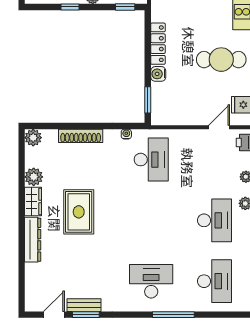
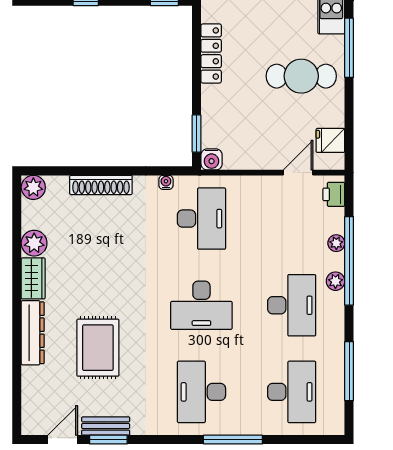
water cooler: (158, 74) -> (212, 159), moved, turned -90
rug: (79, 212) -> (98, 348), moved
desk: (151, 220) -> (201, 305), added
desk: (151, 281) -> (201, 392), turned -90

